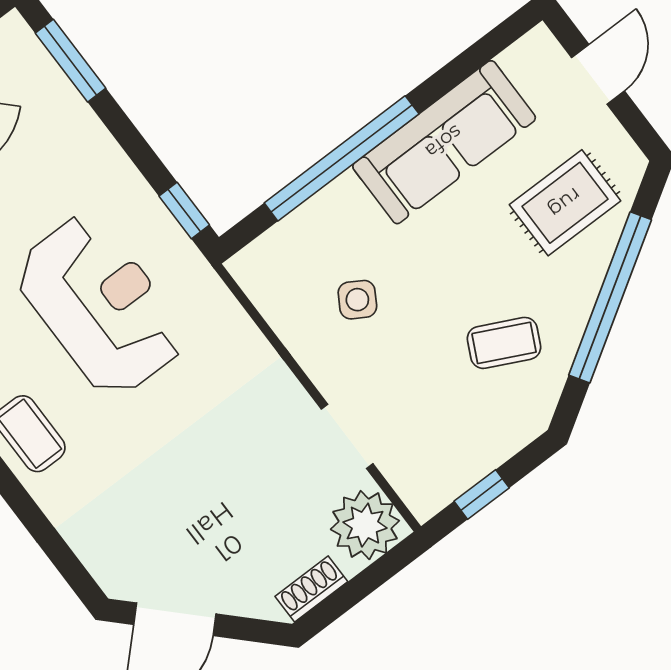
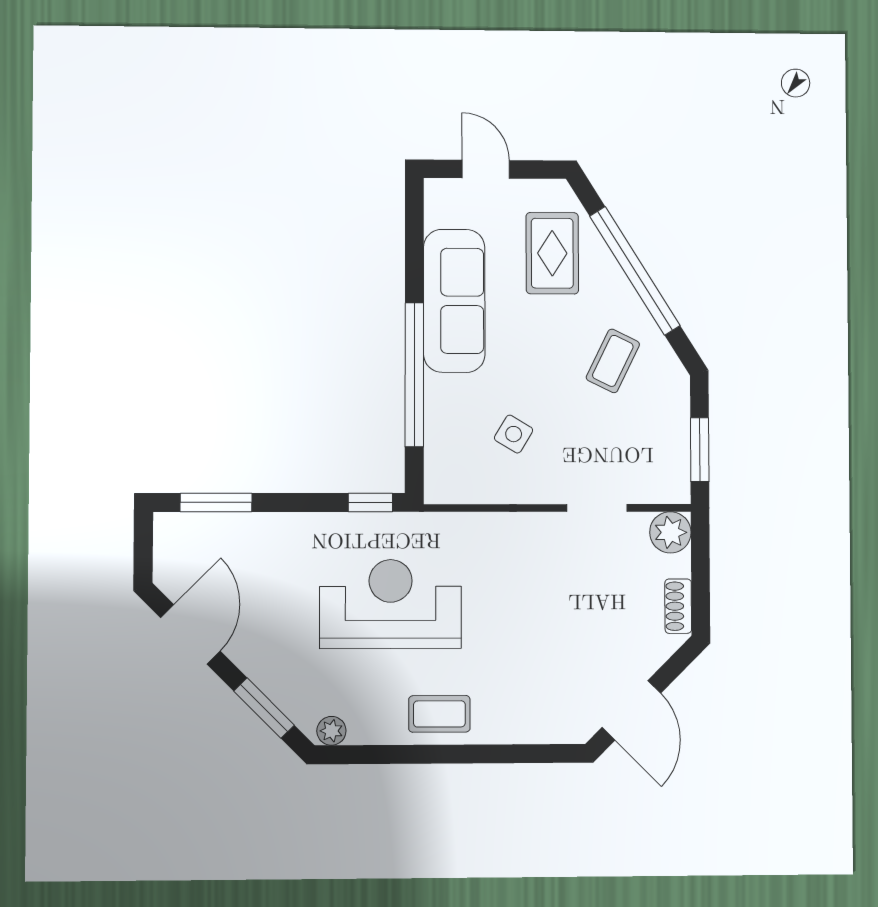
window: (482, 495) -> (700, 450), width x1.50
plant: (365, 525) -> (670, 532), width x0.73, depth x0.73

